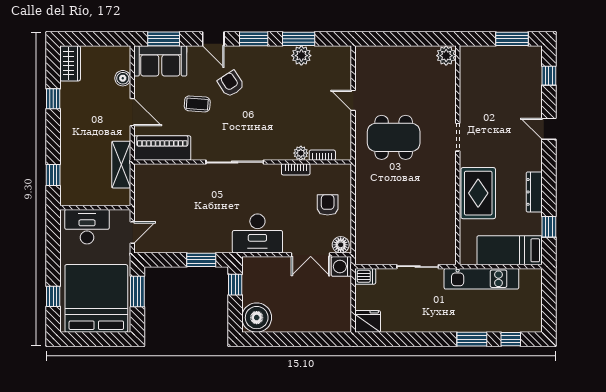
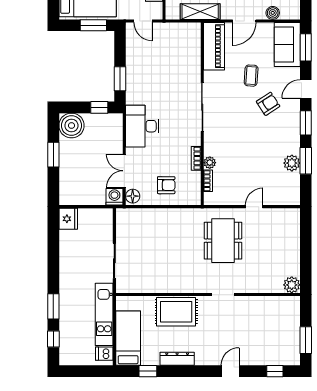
dishwasher: (365, 276) -> (104, 354), moved, turned 90
window: (291, 339) -> (53, 155), added

